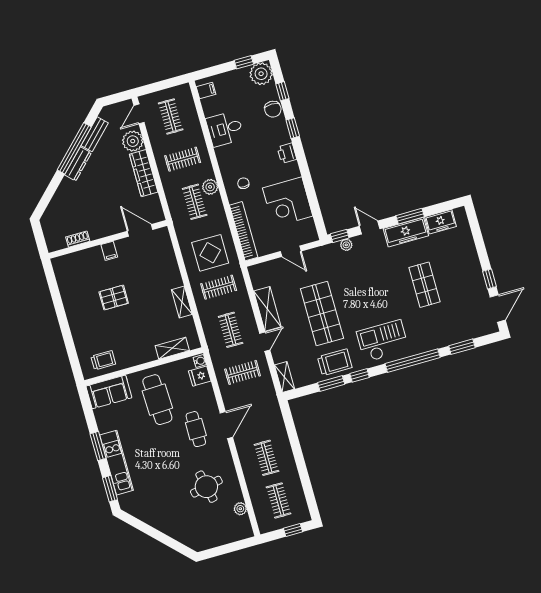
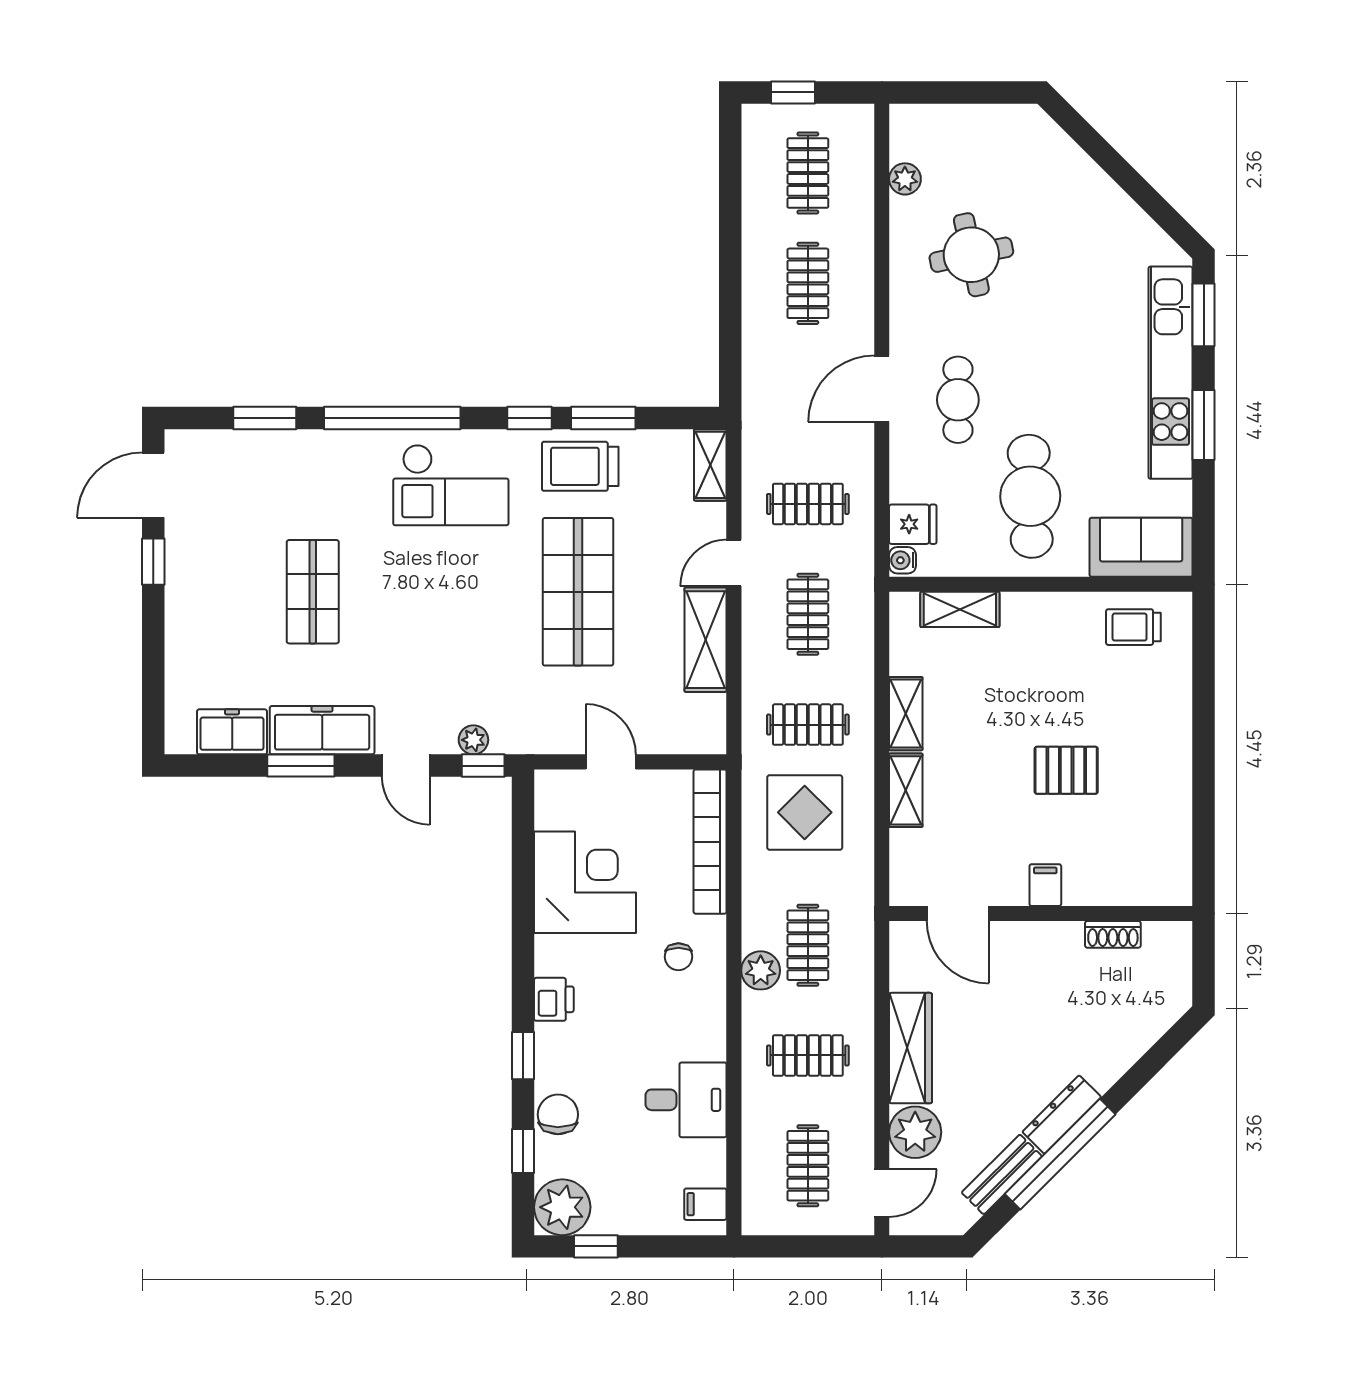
shelving: (174, 272) -> (906, 790), added
kitchen unit: (117, 463) -> (1171, 373), width x1.36

